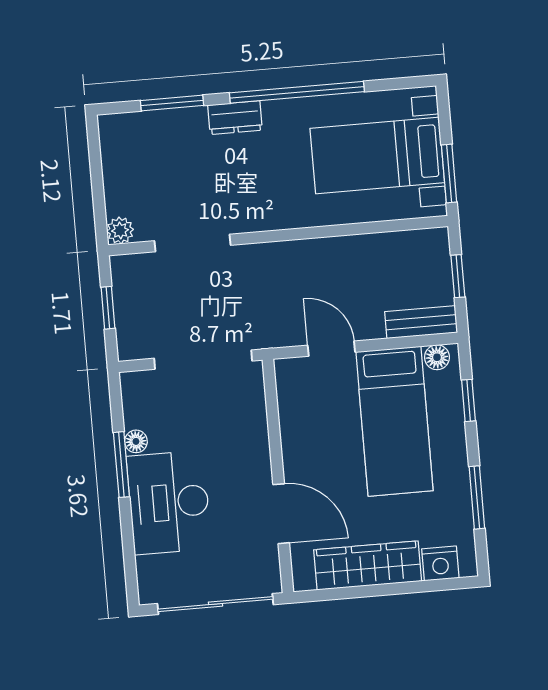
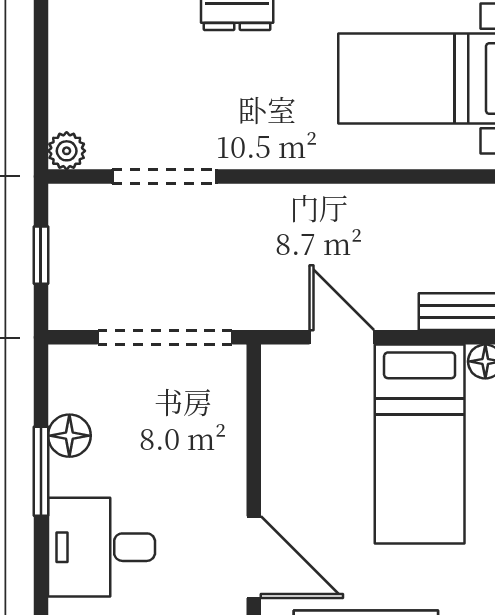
floor lamp: (136, 441) -> (69, 436), width x1.37, depth x1.37
desk: (169, 502) -> (101, 547), width x0.73

